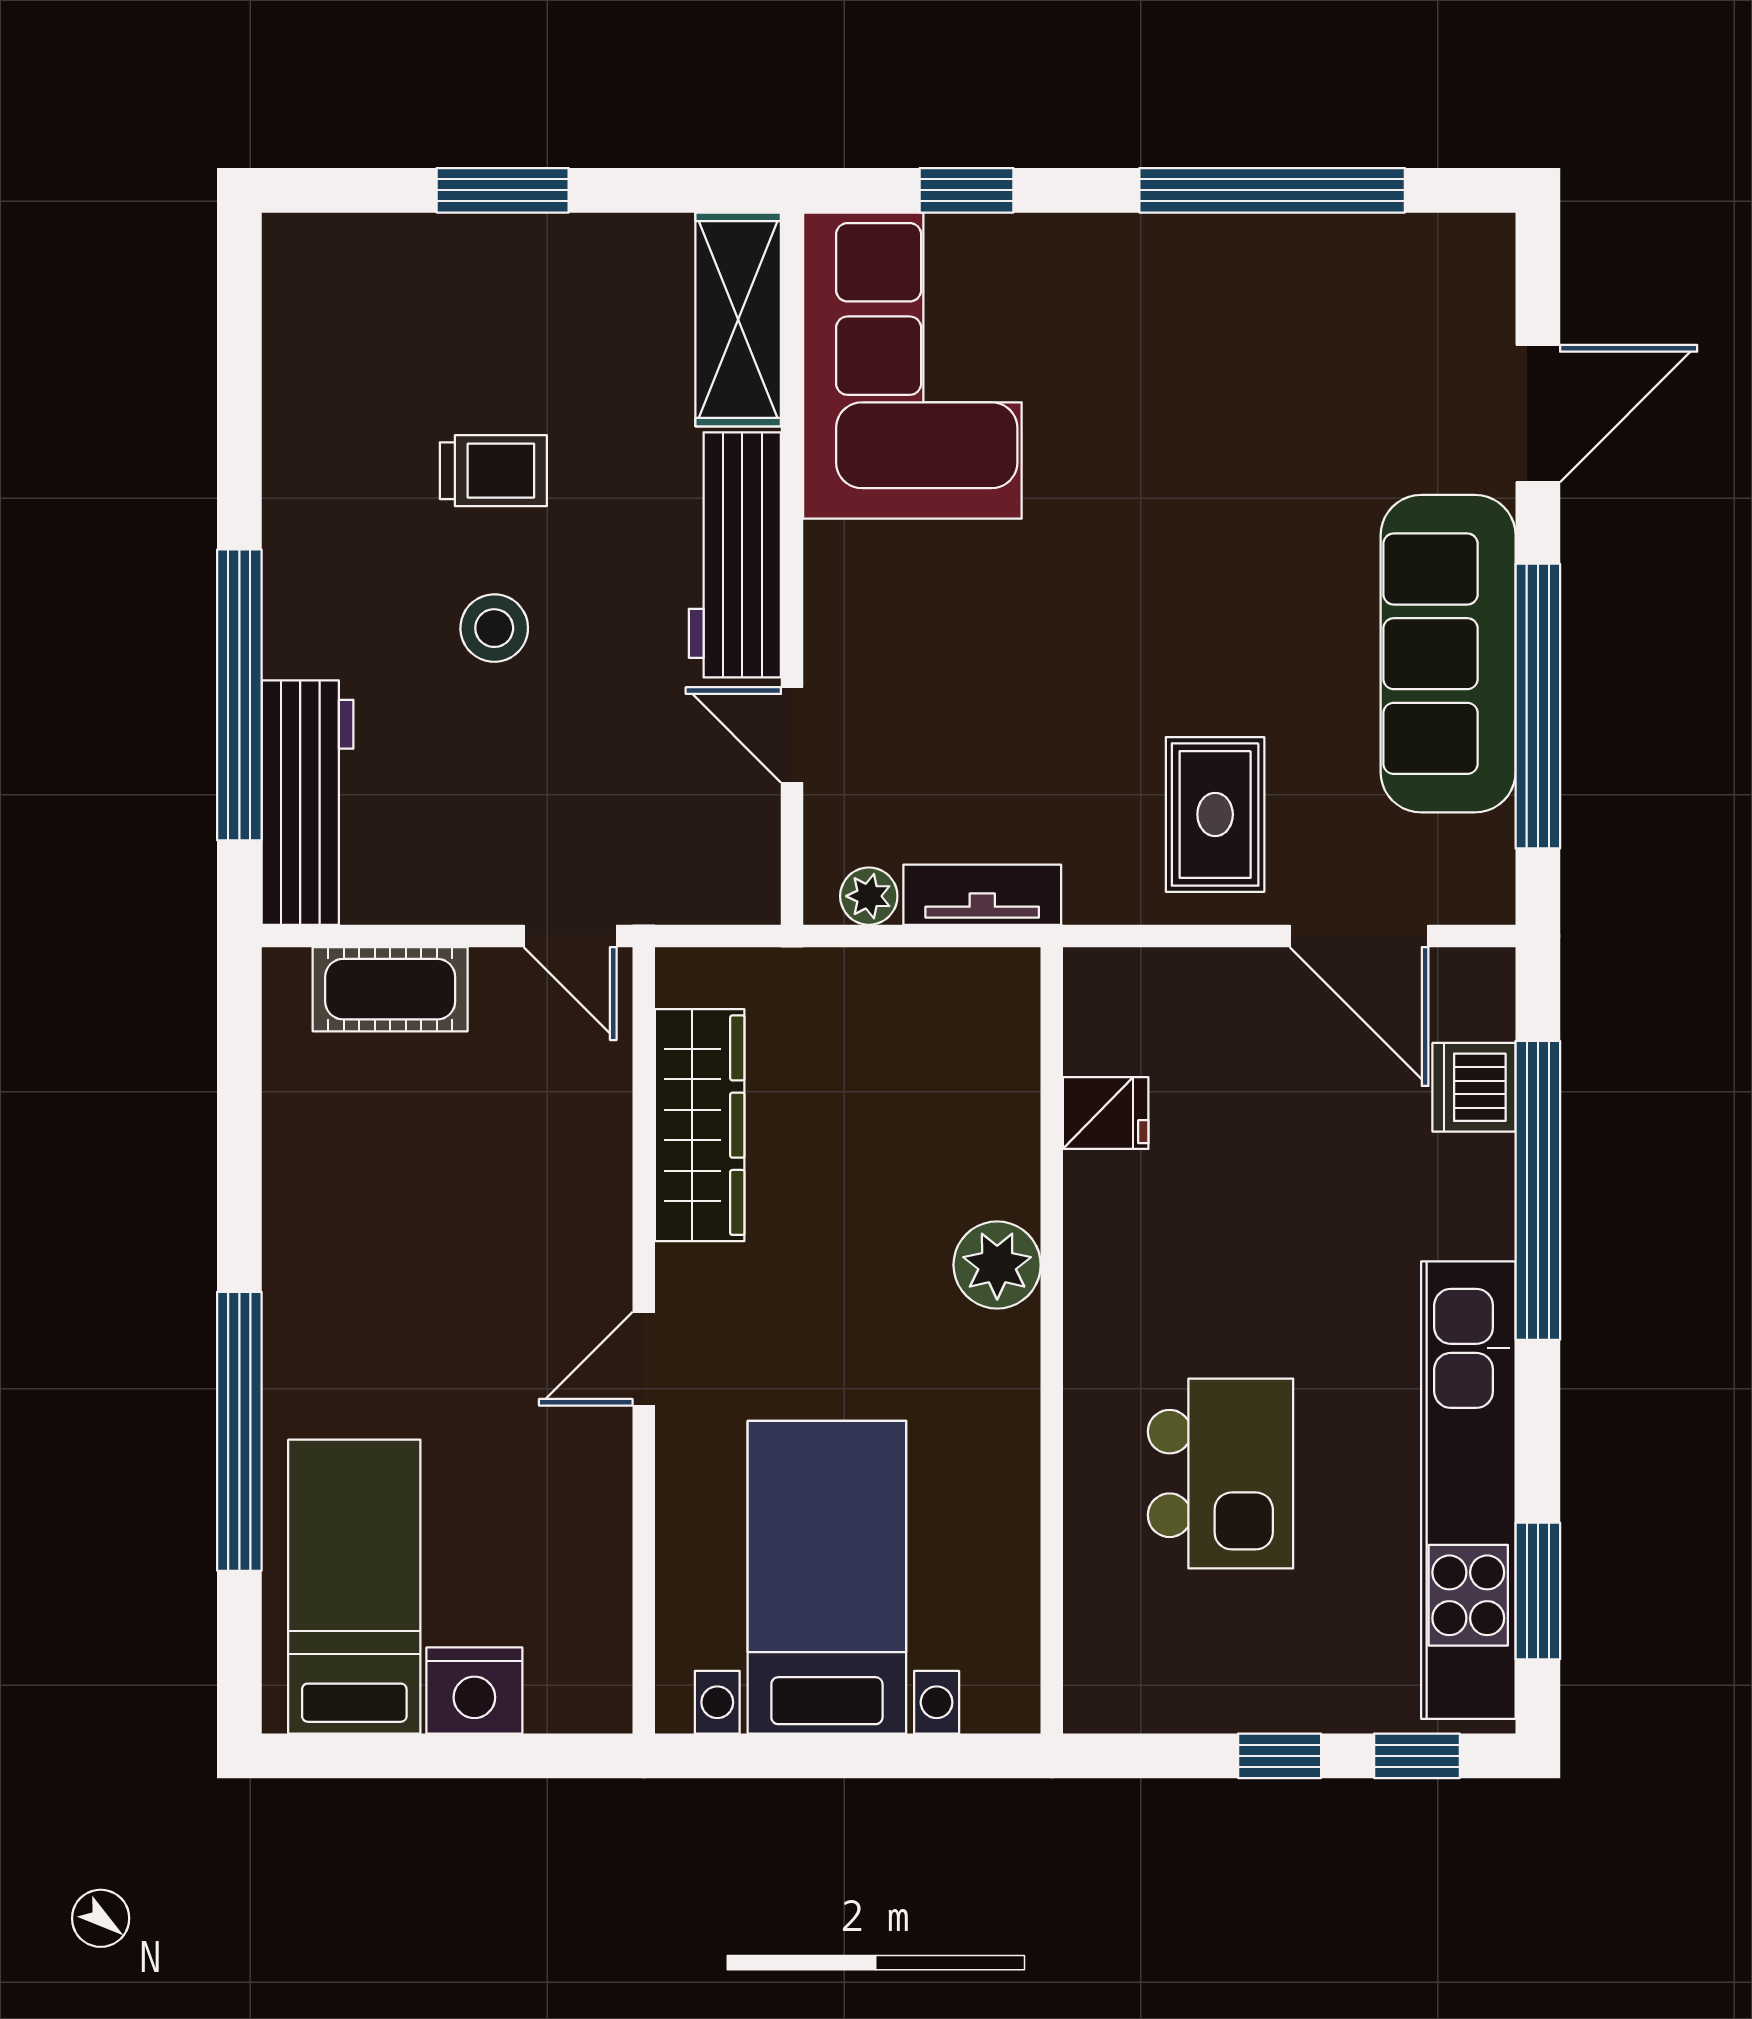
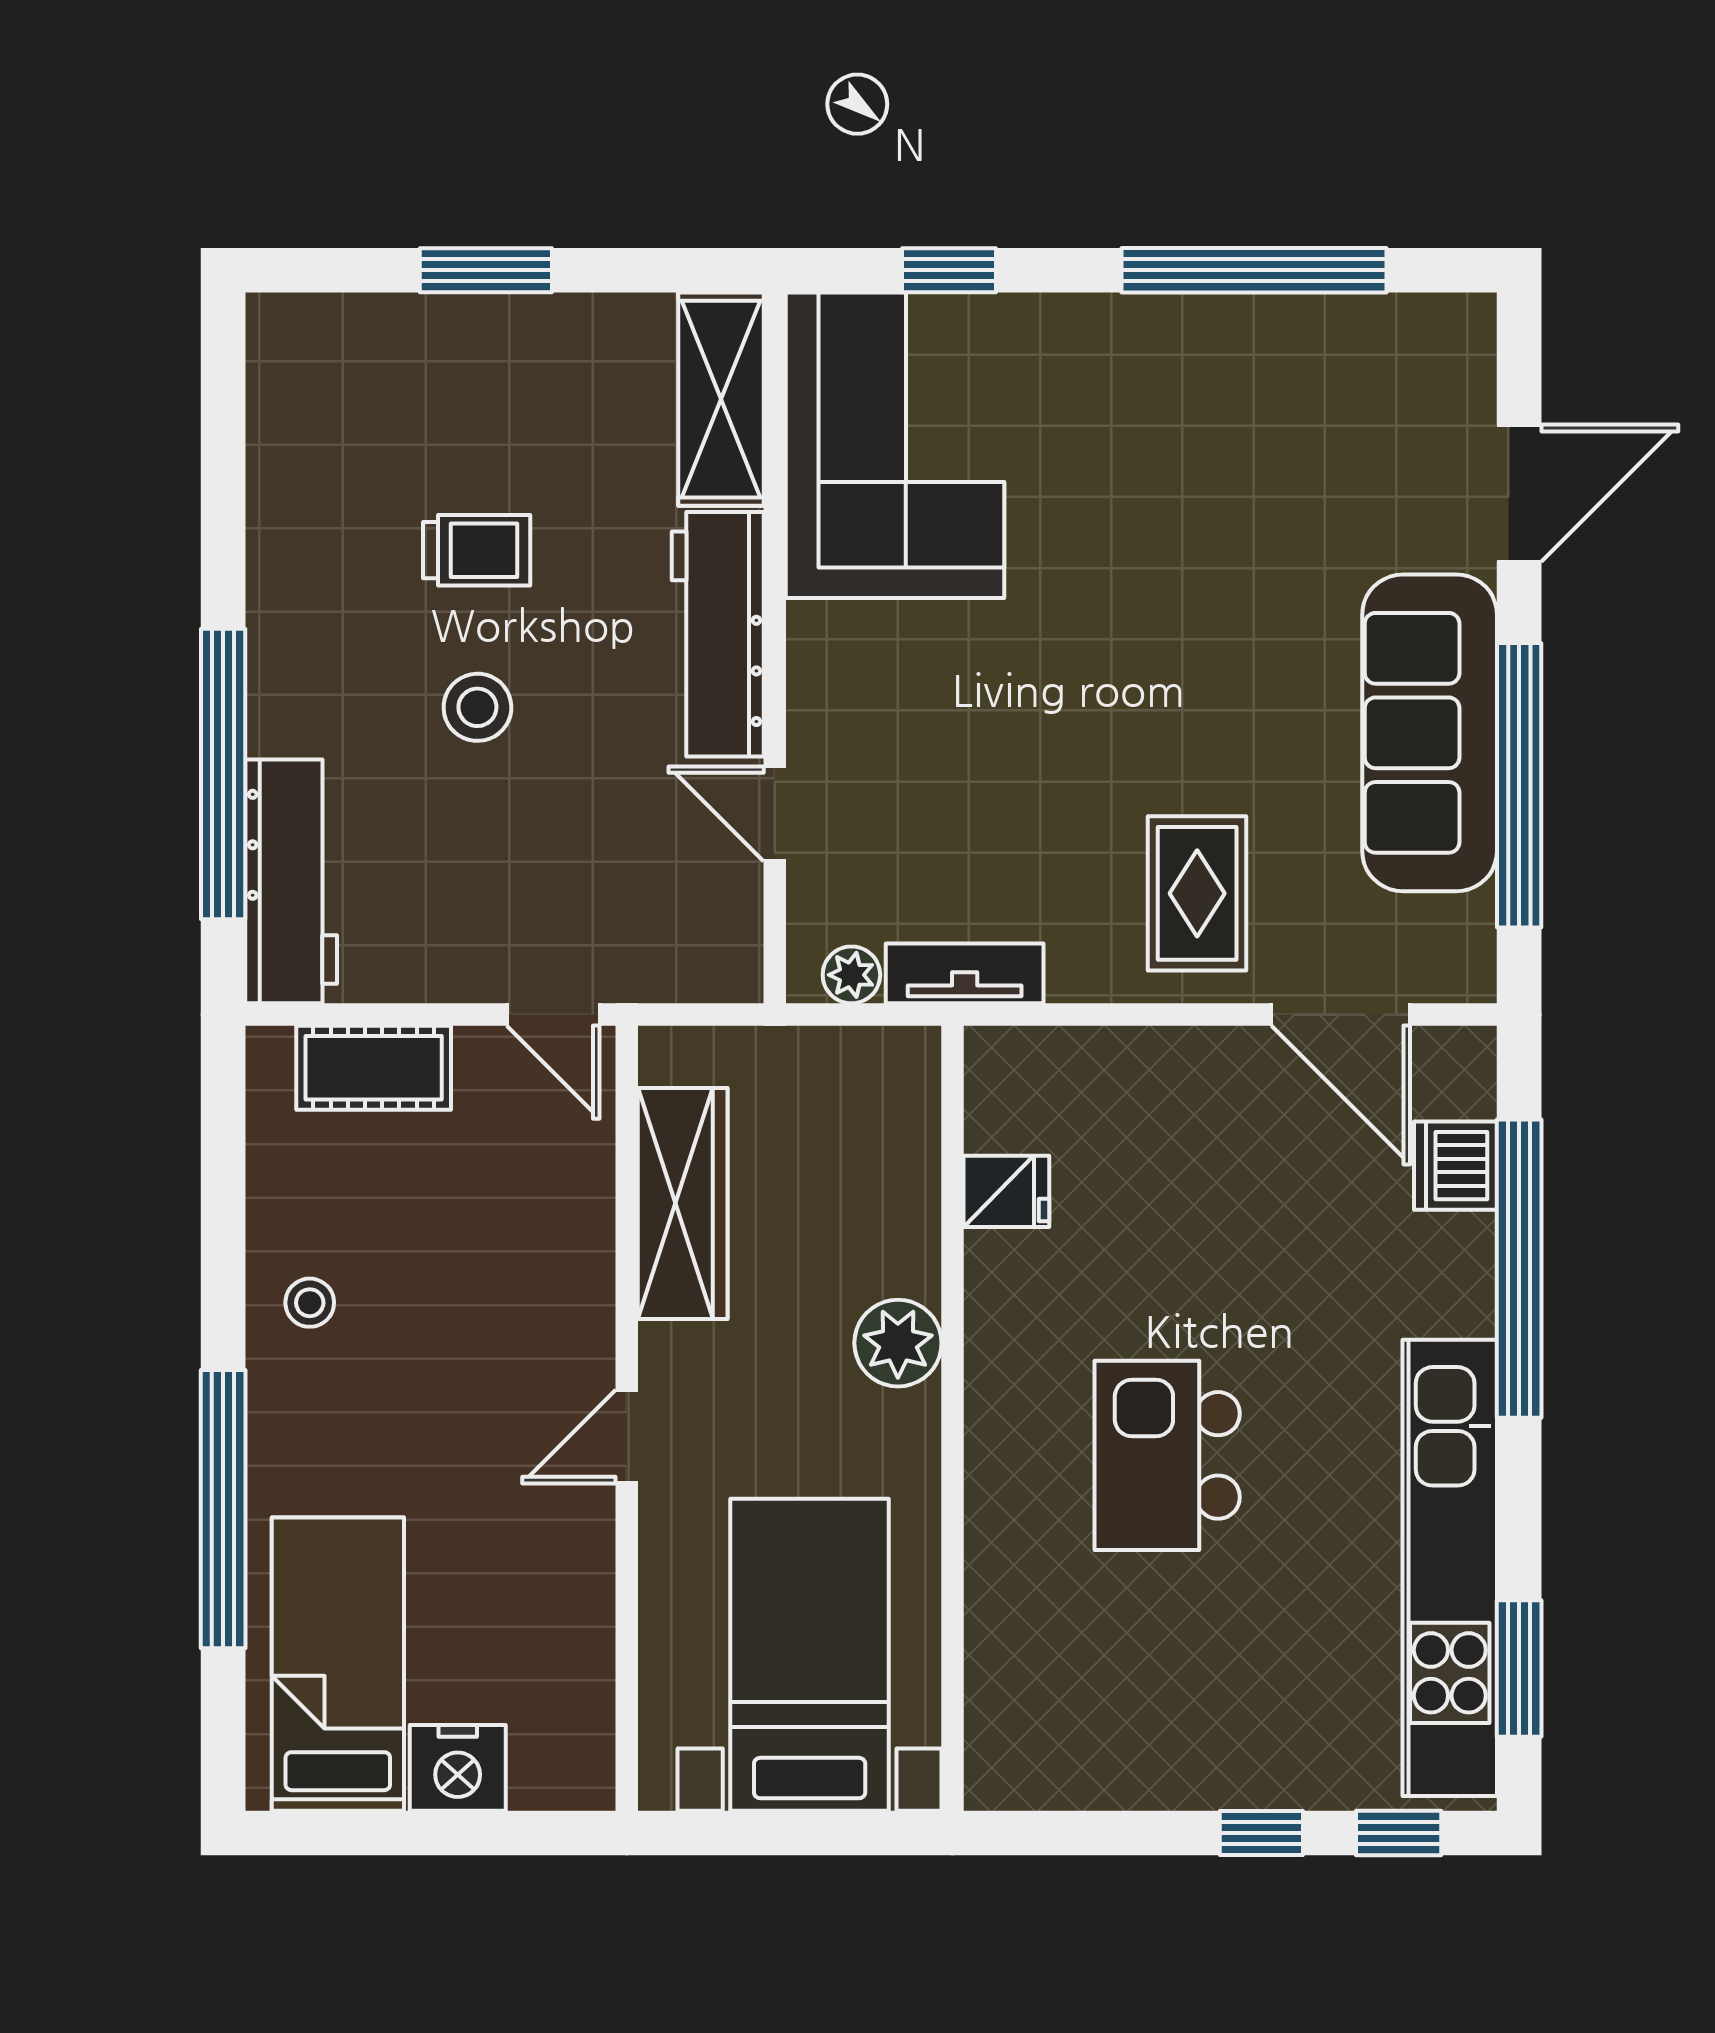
fridge: (1106, 1113) -> (1006, 1191), moved
stool: (326, 1225) -> (310, 1303), added
plant: (997, 1265) -> (898, 1343), moved
wall: (1052, 1340) -> (953, 1418), moved
kitchen island: (1220, 1473) -> (1167, 1455), moved, turned 180

